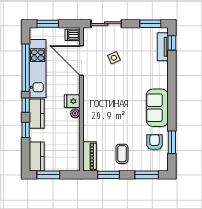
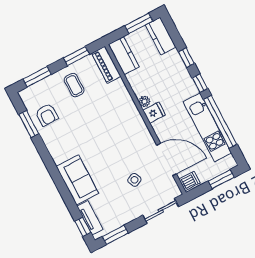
sofa: (157, 108) -> (77, 180), moved
kitchen counter: (37, 114) -> (124, 56), moved, turned 180

